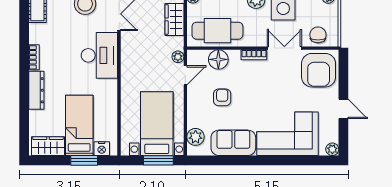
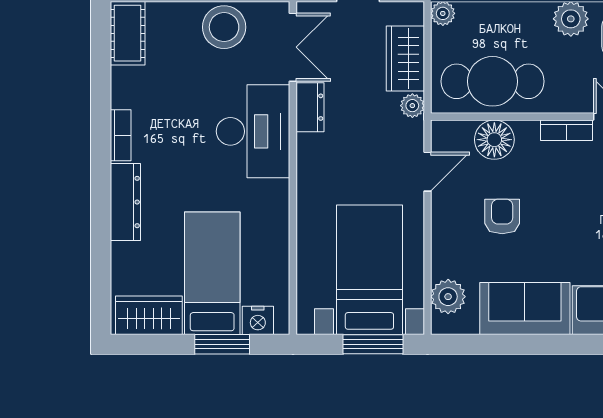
dresser: (127, 43) -> (310, 107), added
plant: (178, 57) -> (412, 106), moved

